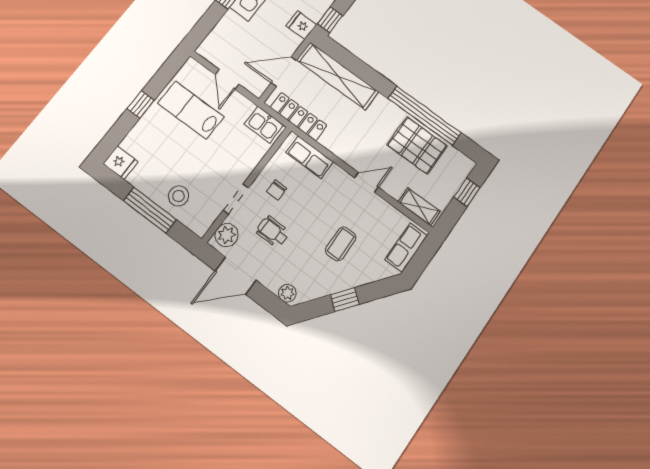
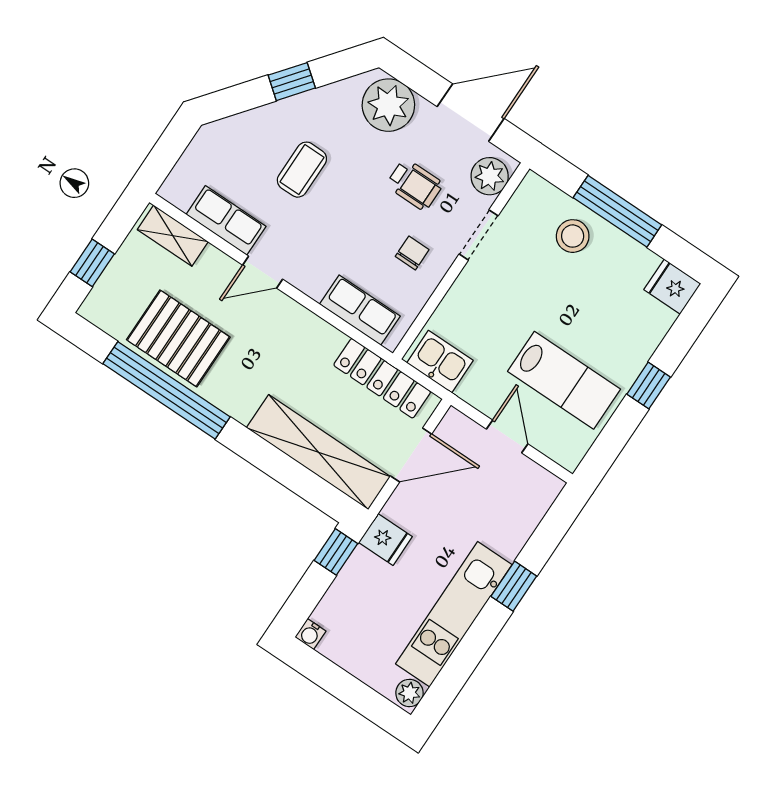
row of seats: (406, 248) -> (226, 220), moved, turned -90
plant: (287, 293) -> (388, 105), width x1.88, depth x1.88

